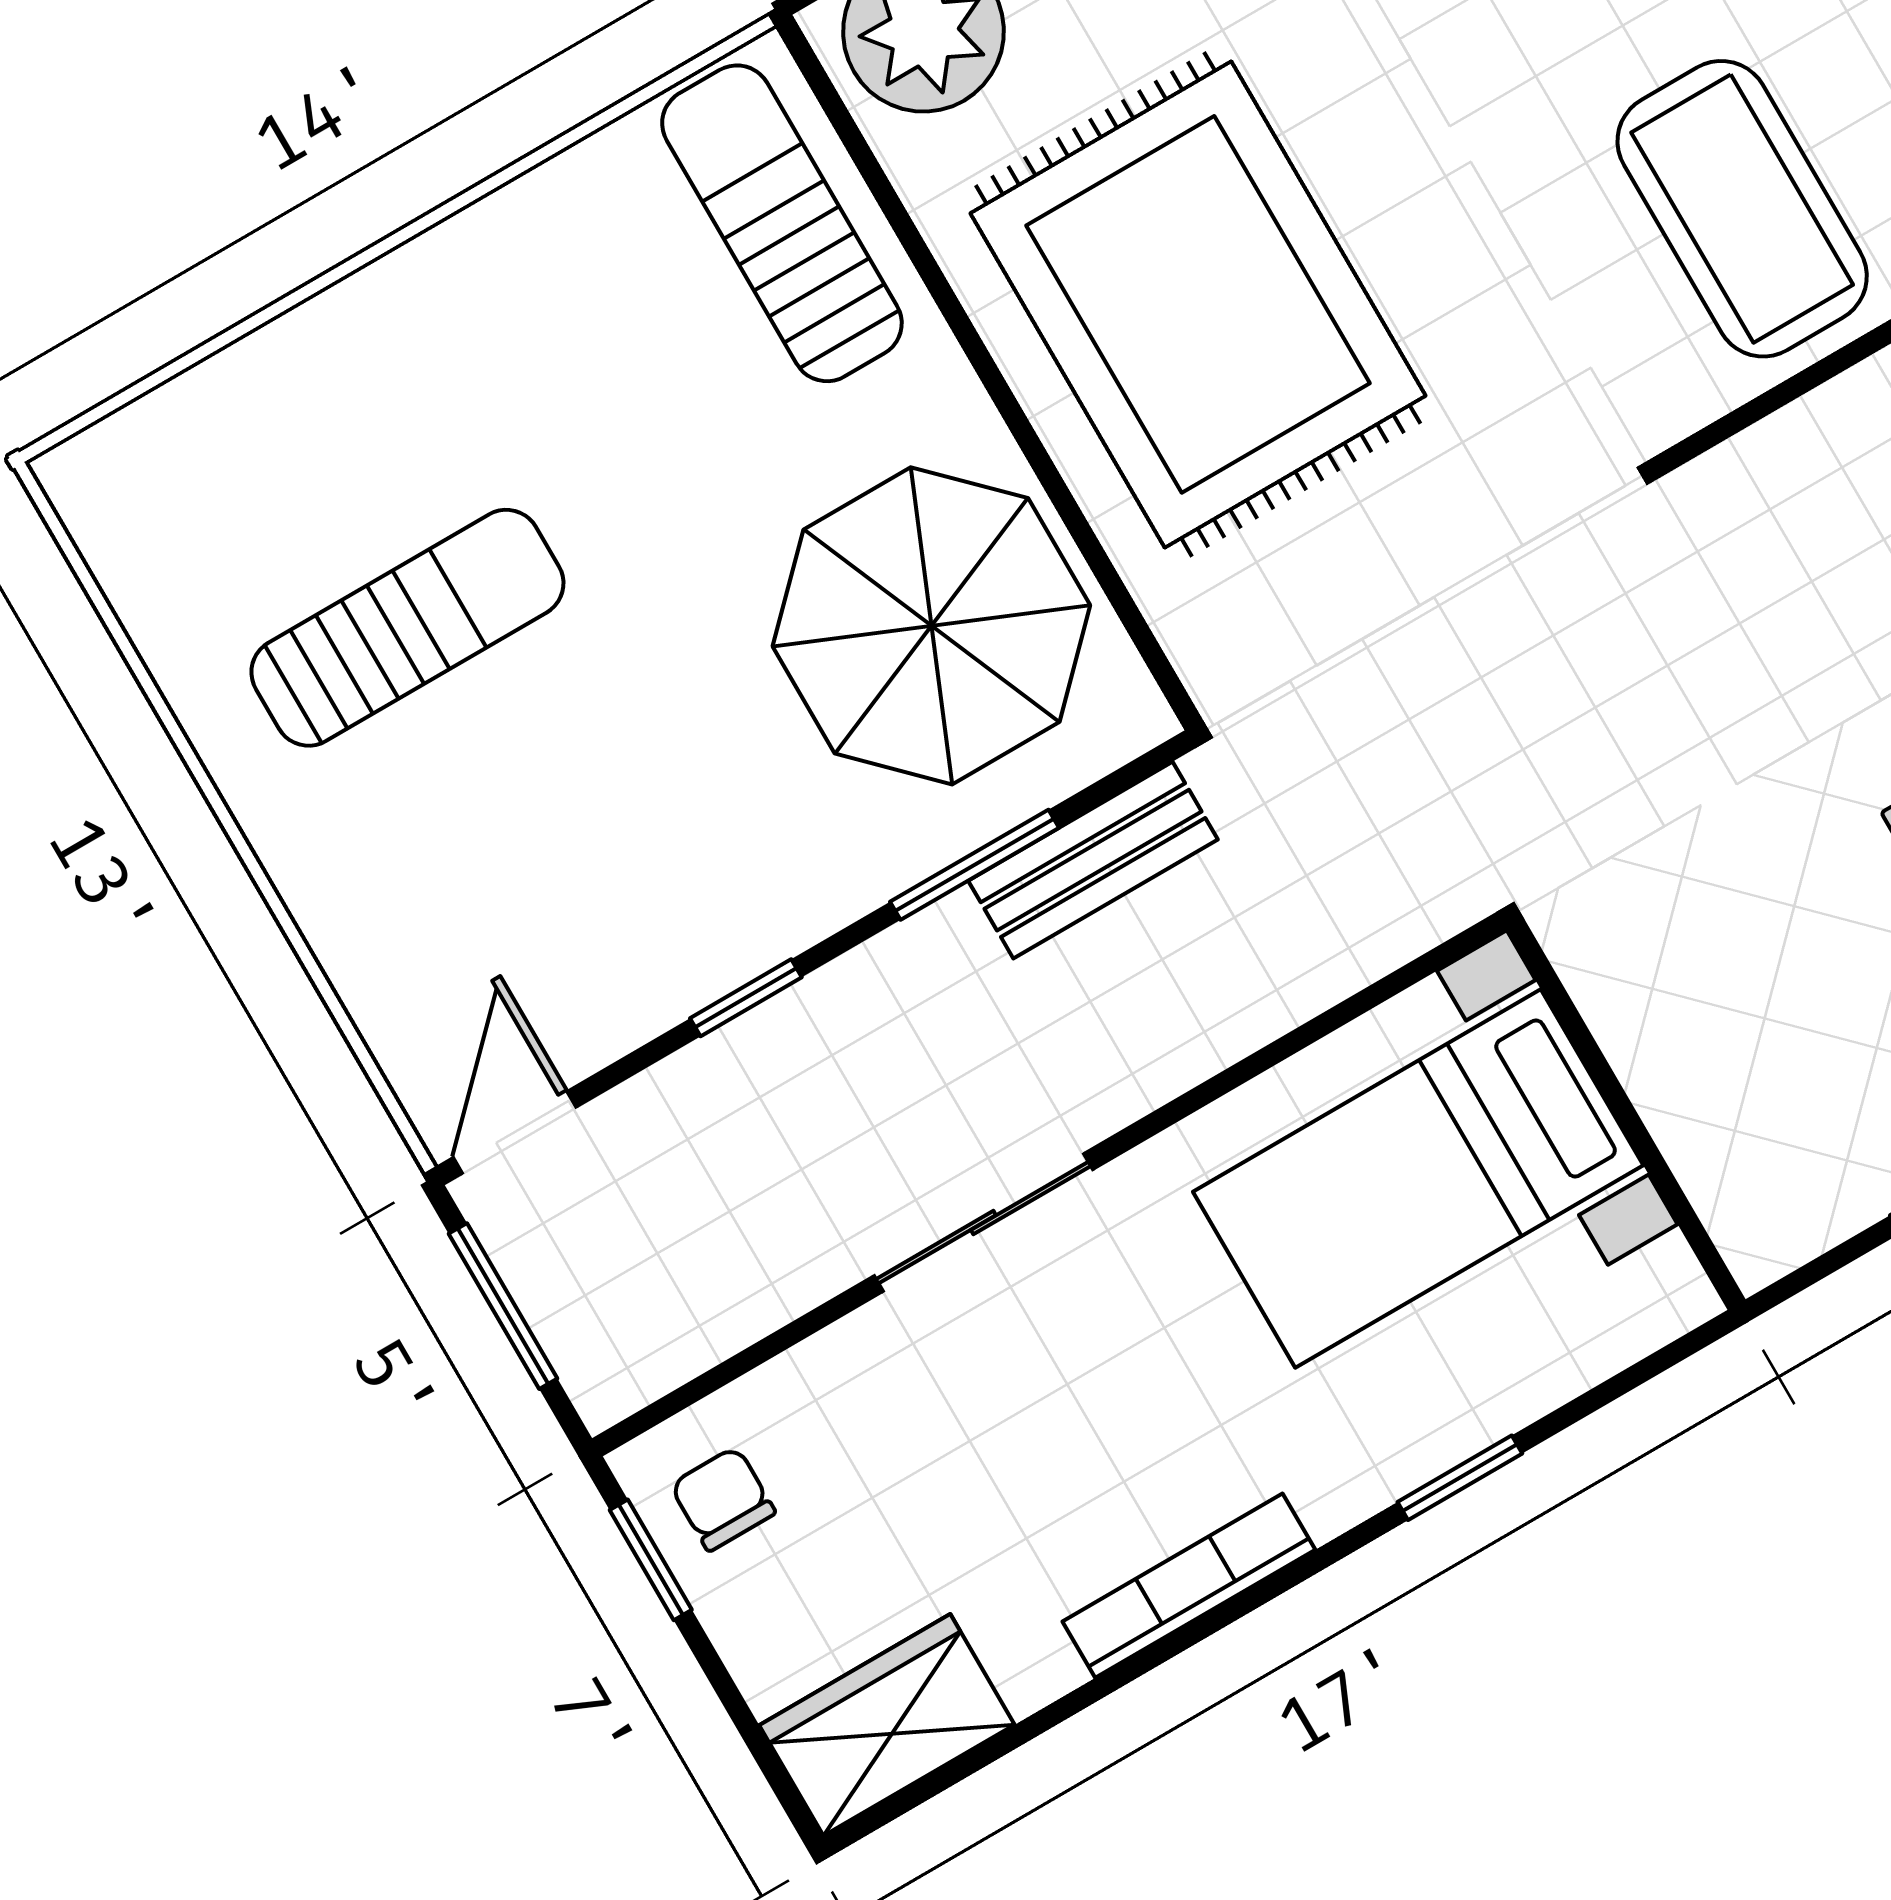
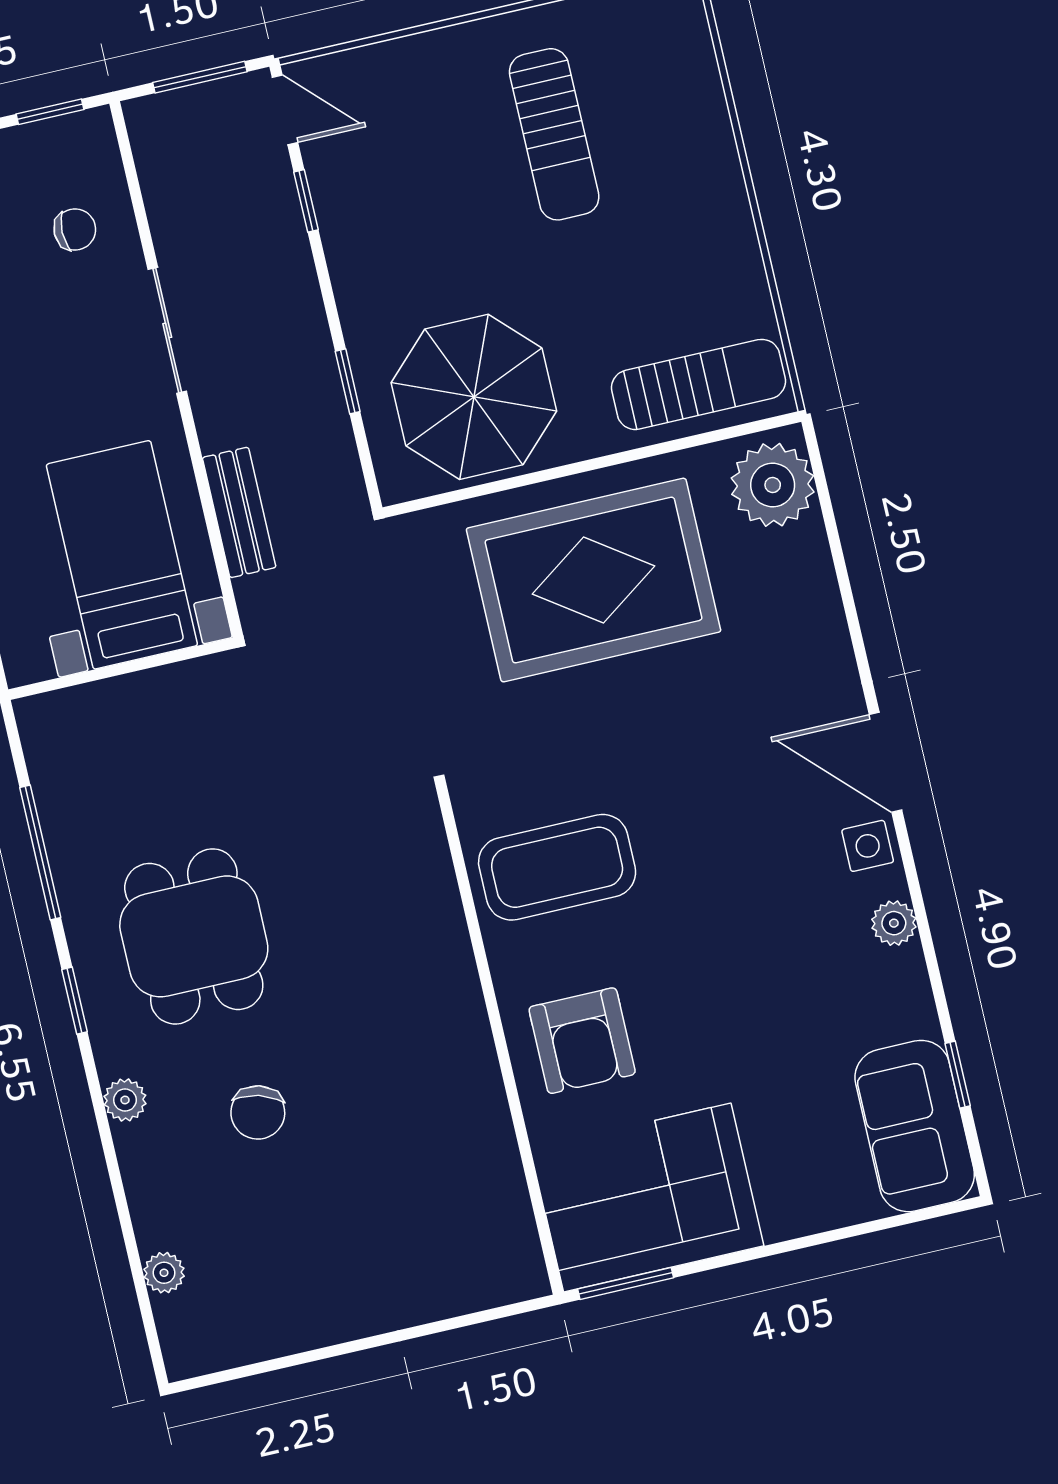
bench: (1093, 860) -> (239, 512), moved
window: (974, 865) -> (348, 381), width x0.67
window: (746, 998) -> (306, 201), moved
chair: (723, 1499) -> (75, 229), moved

